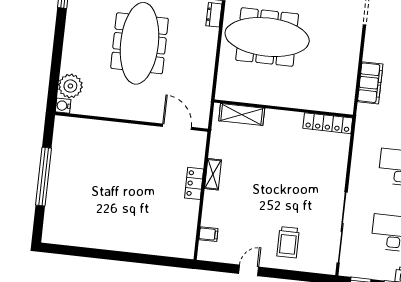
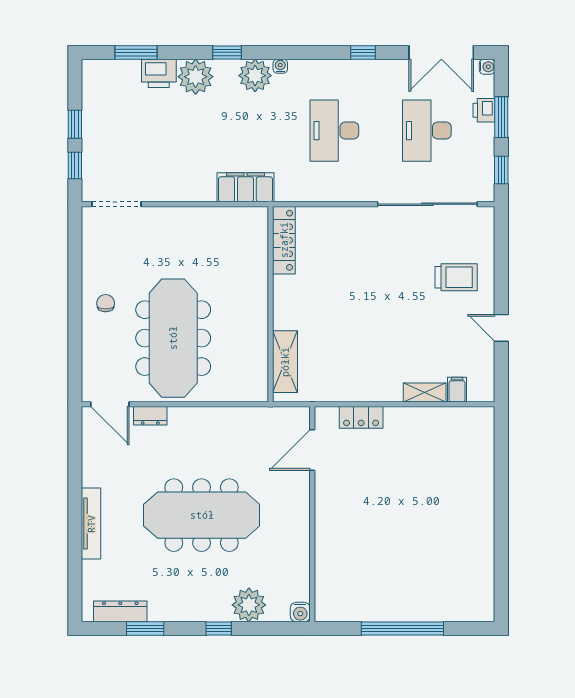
window: (58, 47) -> (219, 628), added
filing cabinet: (370, 83) -> (245, 187), moved
plant: (70, 86) -> (249, 605), moved
shelving: (213, 174) -> (425, 392), moved
locker: (194, 183) -> (361, 417), moved

